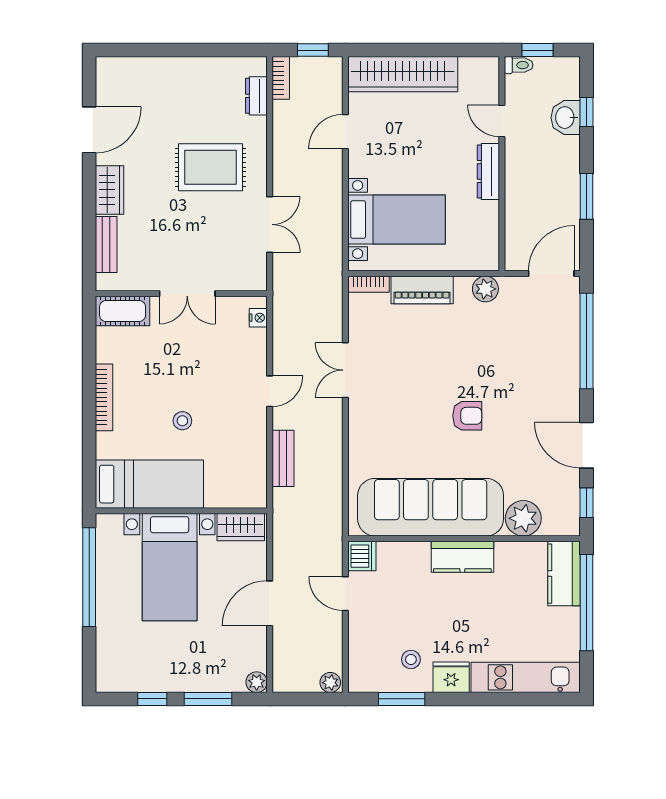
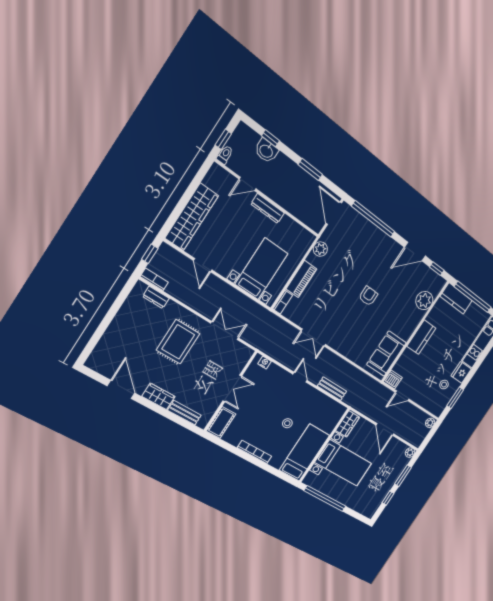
sofa: (431, 507) -> (386, 354), width x0.54, depth x0.79

